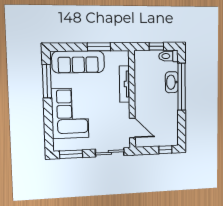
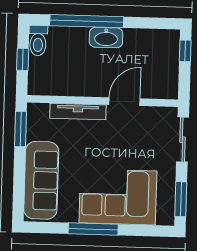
window: (99, 47) -> (21, 129), moved
window: (47, 81) -> (93, 229), moved
washbasin: (172, 82) -> (106, 38), moved
door: (132, 128) -> (125, 102), moved

